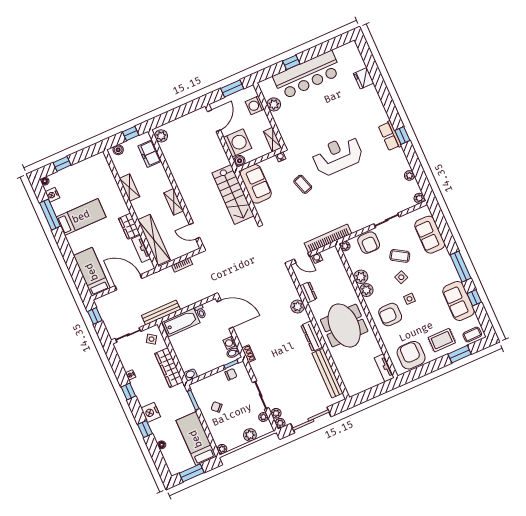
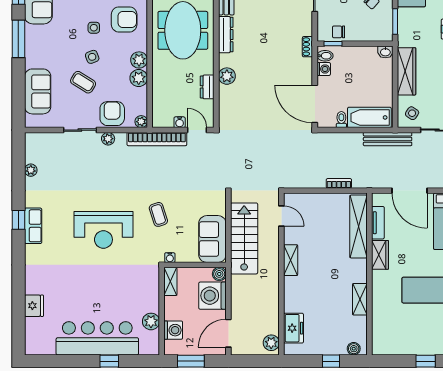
plant: (161, 136) -> (271, 343), moved
freezer: (150, 154) -> (293, 328), moved
wall: (176, 189) -> (281, 274), moved
plant: (419, 198) -> (108, 139), moved
shelving: (174, 202) -> (291, 260), moved
door: (194, 231) -> (281, 216), moved

